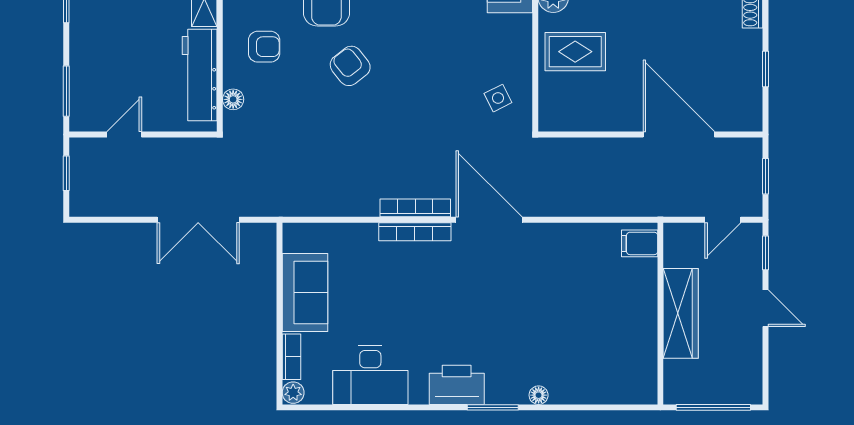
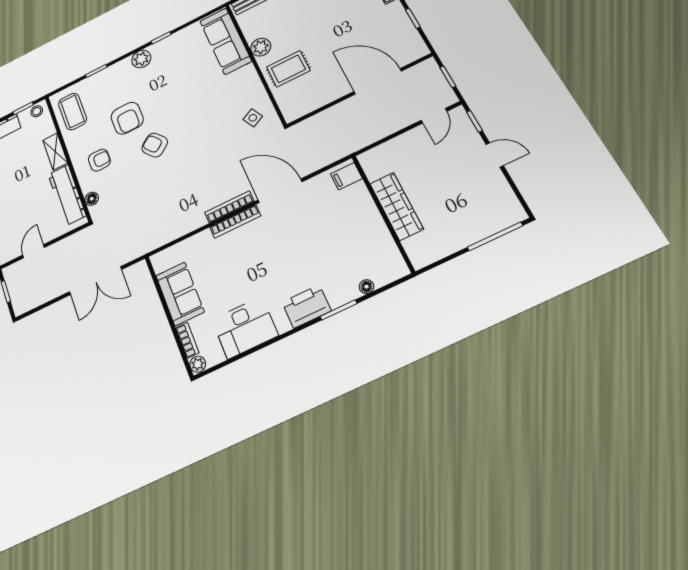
filing cabinet: (640, 243) -> (346, 176), moved
wardrobe: (681, 313) -> (396, 206), moved
wall: (660, 314) -> (383, 213), moved

